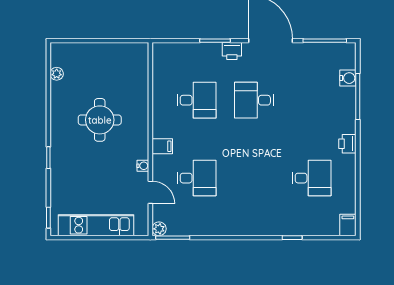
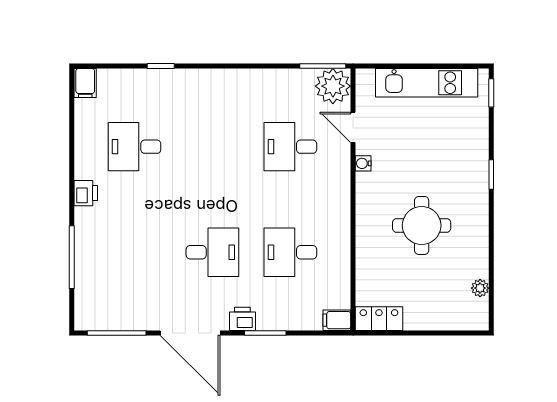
locker: (131, 51) -> (379, 319), added
water cooler: (348, 78) -> (85, 282), removed
filing cabinet: (162, 146) -> (337, 320), moved
plant: (159, 229) -> (333, 86), width x1.88, depth x1.88

